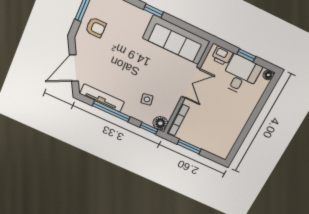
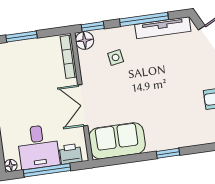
sofa: (176, 40) -> (117, 141), width x0.73
window: (246, 55) -> (47, 170), width x2.17
window: (189, 147) -> (22, 37), moved

